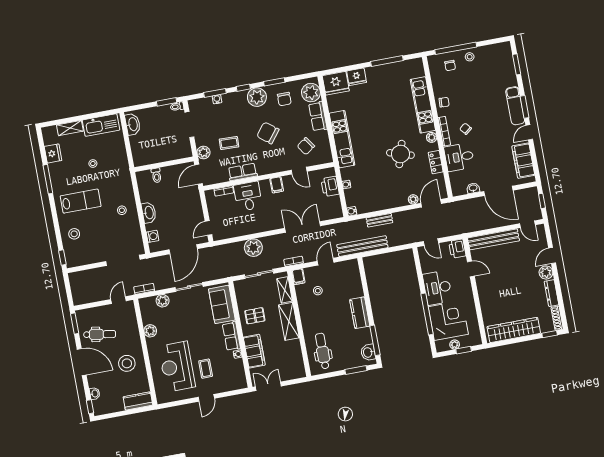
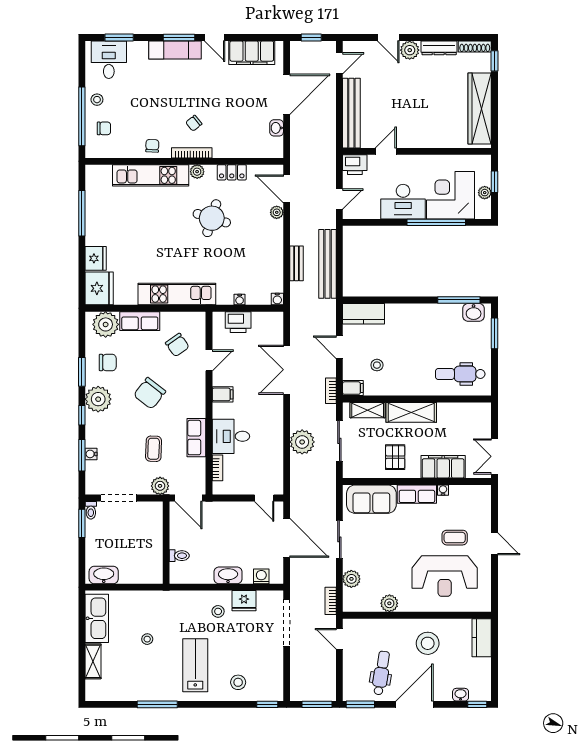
fridge: (53, 153) -> (244, 601), moved, turned 180
desk: (459, 157) -> (109, 60), moved, turned 180
bench: (362, 246) -> (327, 264), moved
window: (69, 293) -> (317, 704), added
kitchen counter: (360, 313) -> (363, 314), moved

